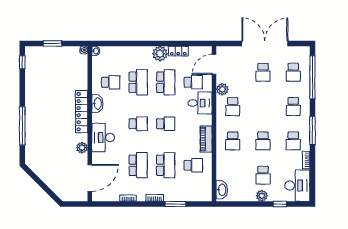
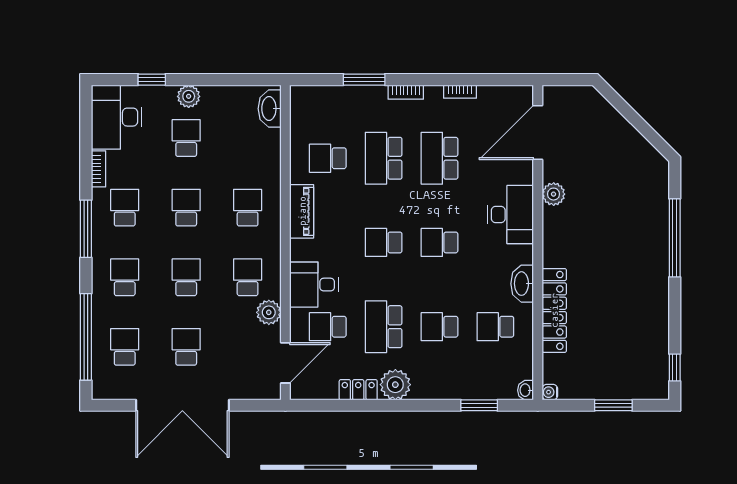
window: (119, 44) -> (479, 405), added
school desk: (138, 82) -> (439, 327), width x0.54
school desk: (263, 107) -> (186, 277), added
locker: (82, 112) -> (554, 310), moved

